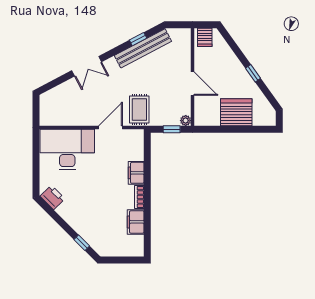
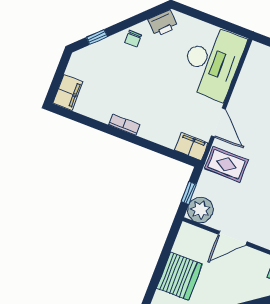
plant: (186, 121) -> (200, 210), width x1.88, depth x1.88
filing cabinet: (136, 173) -> (191, 146), moved
chair: (72, 215) -> (133, 39), added
filing cabinet: (136, 222) -> (68, 93), moved, turned 90

